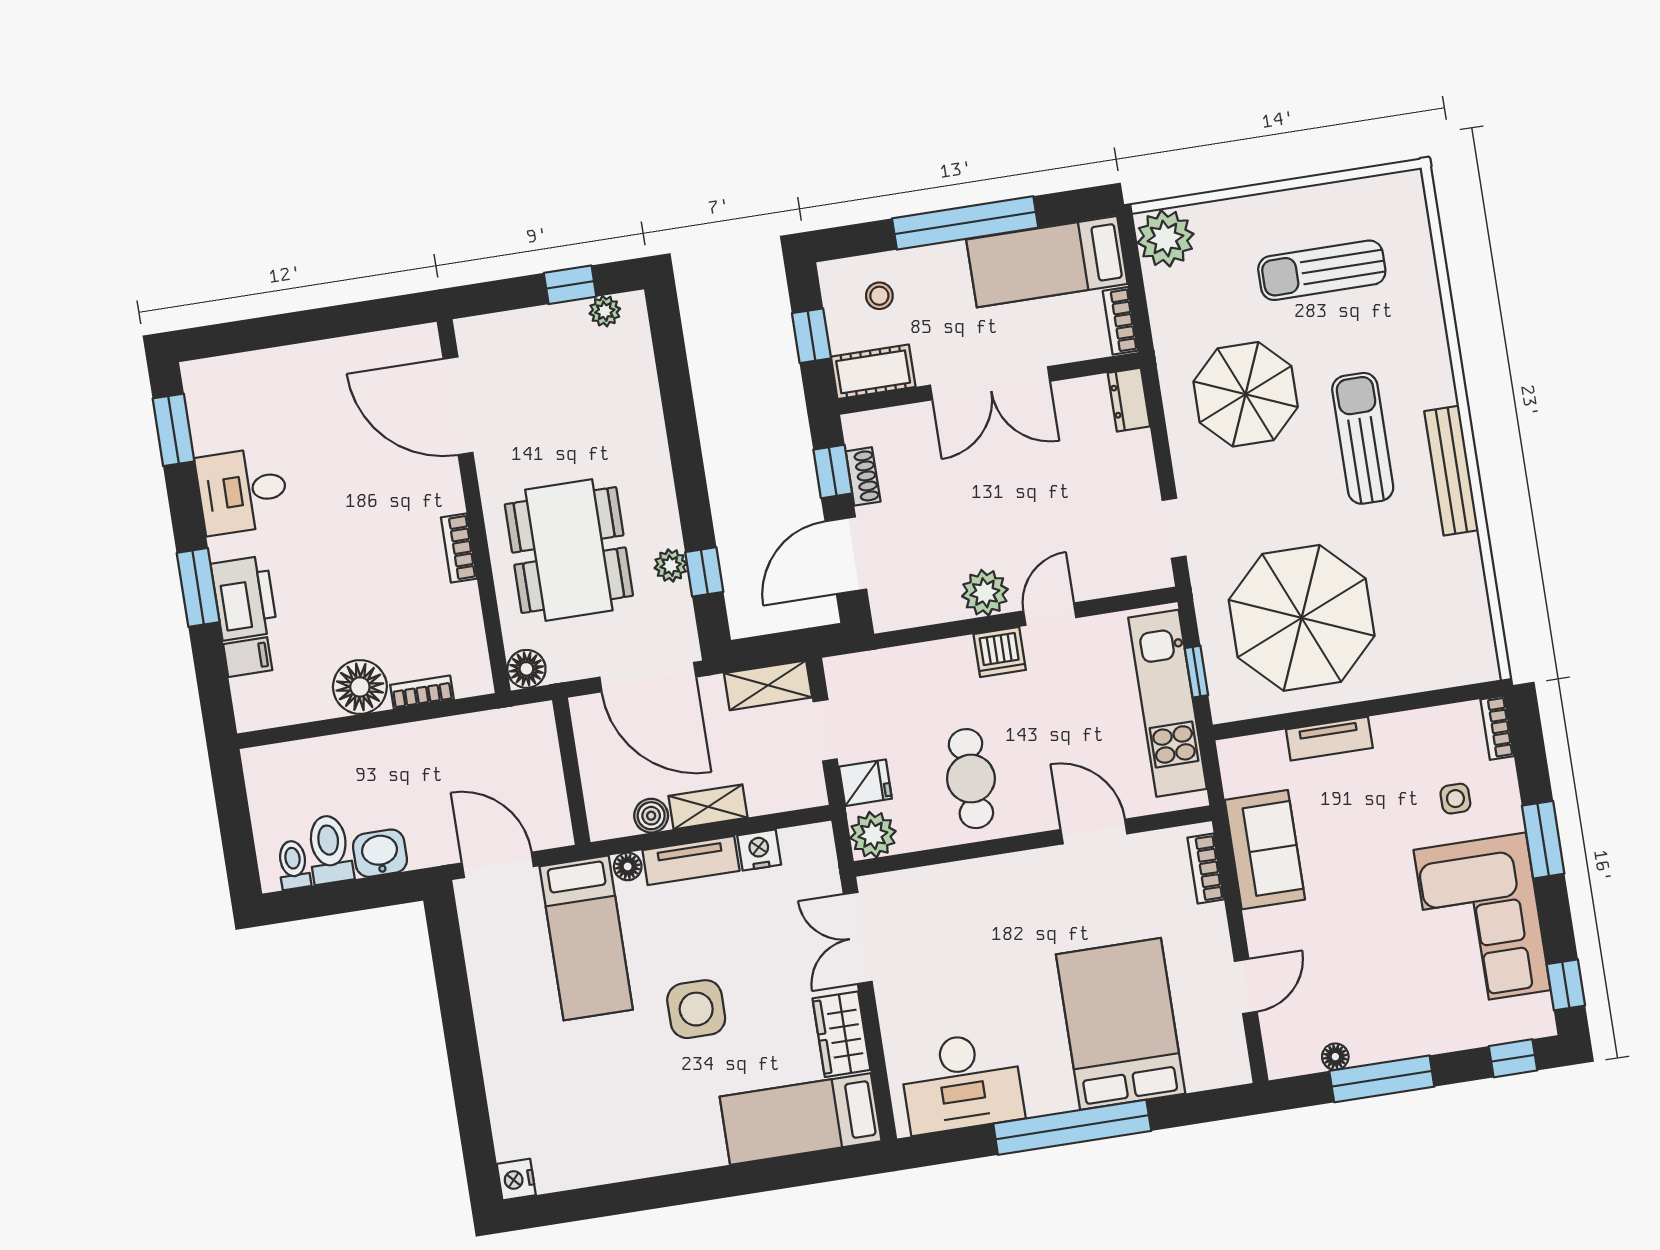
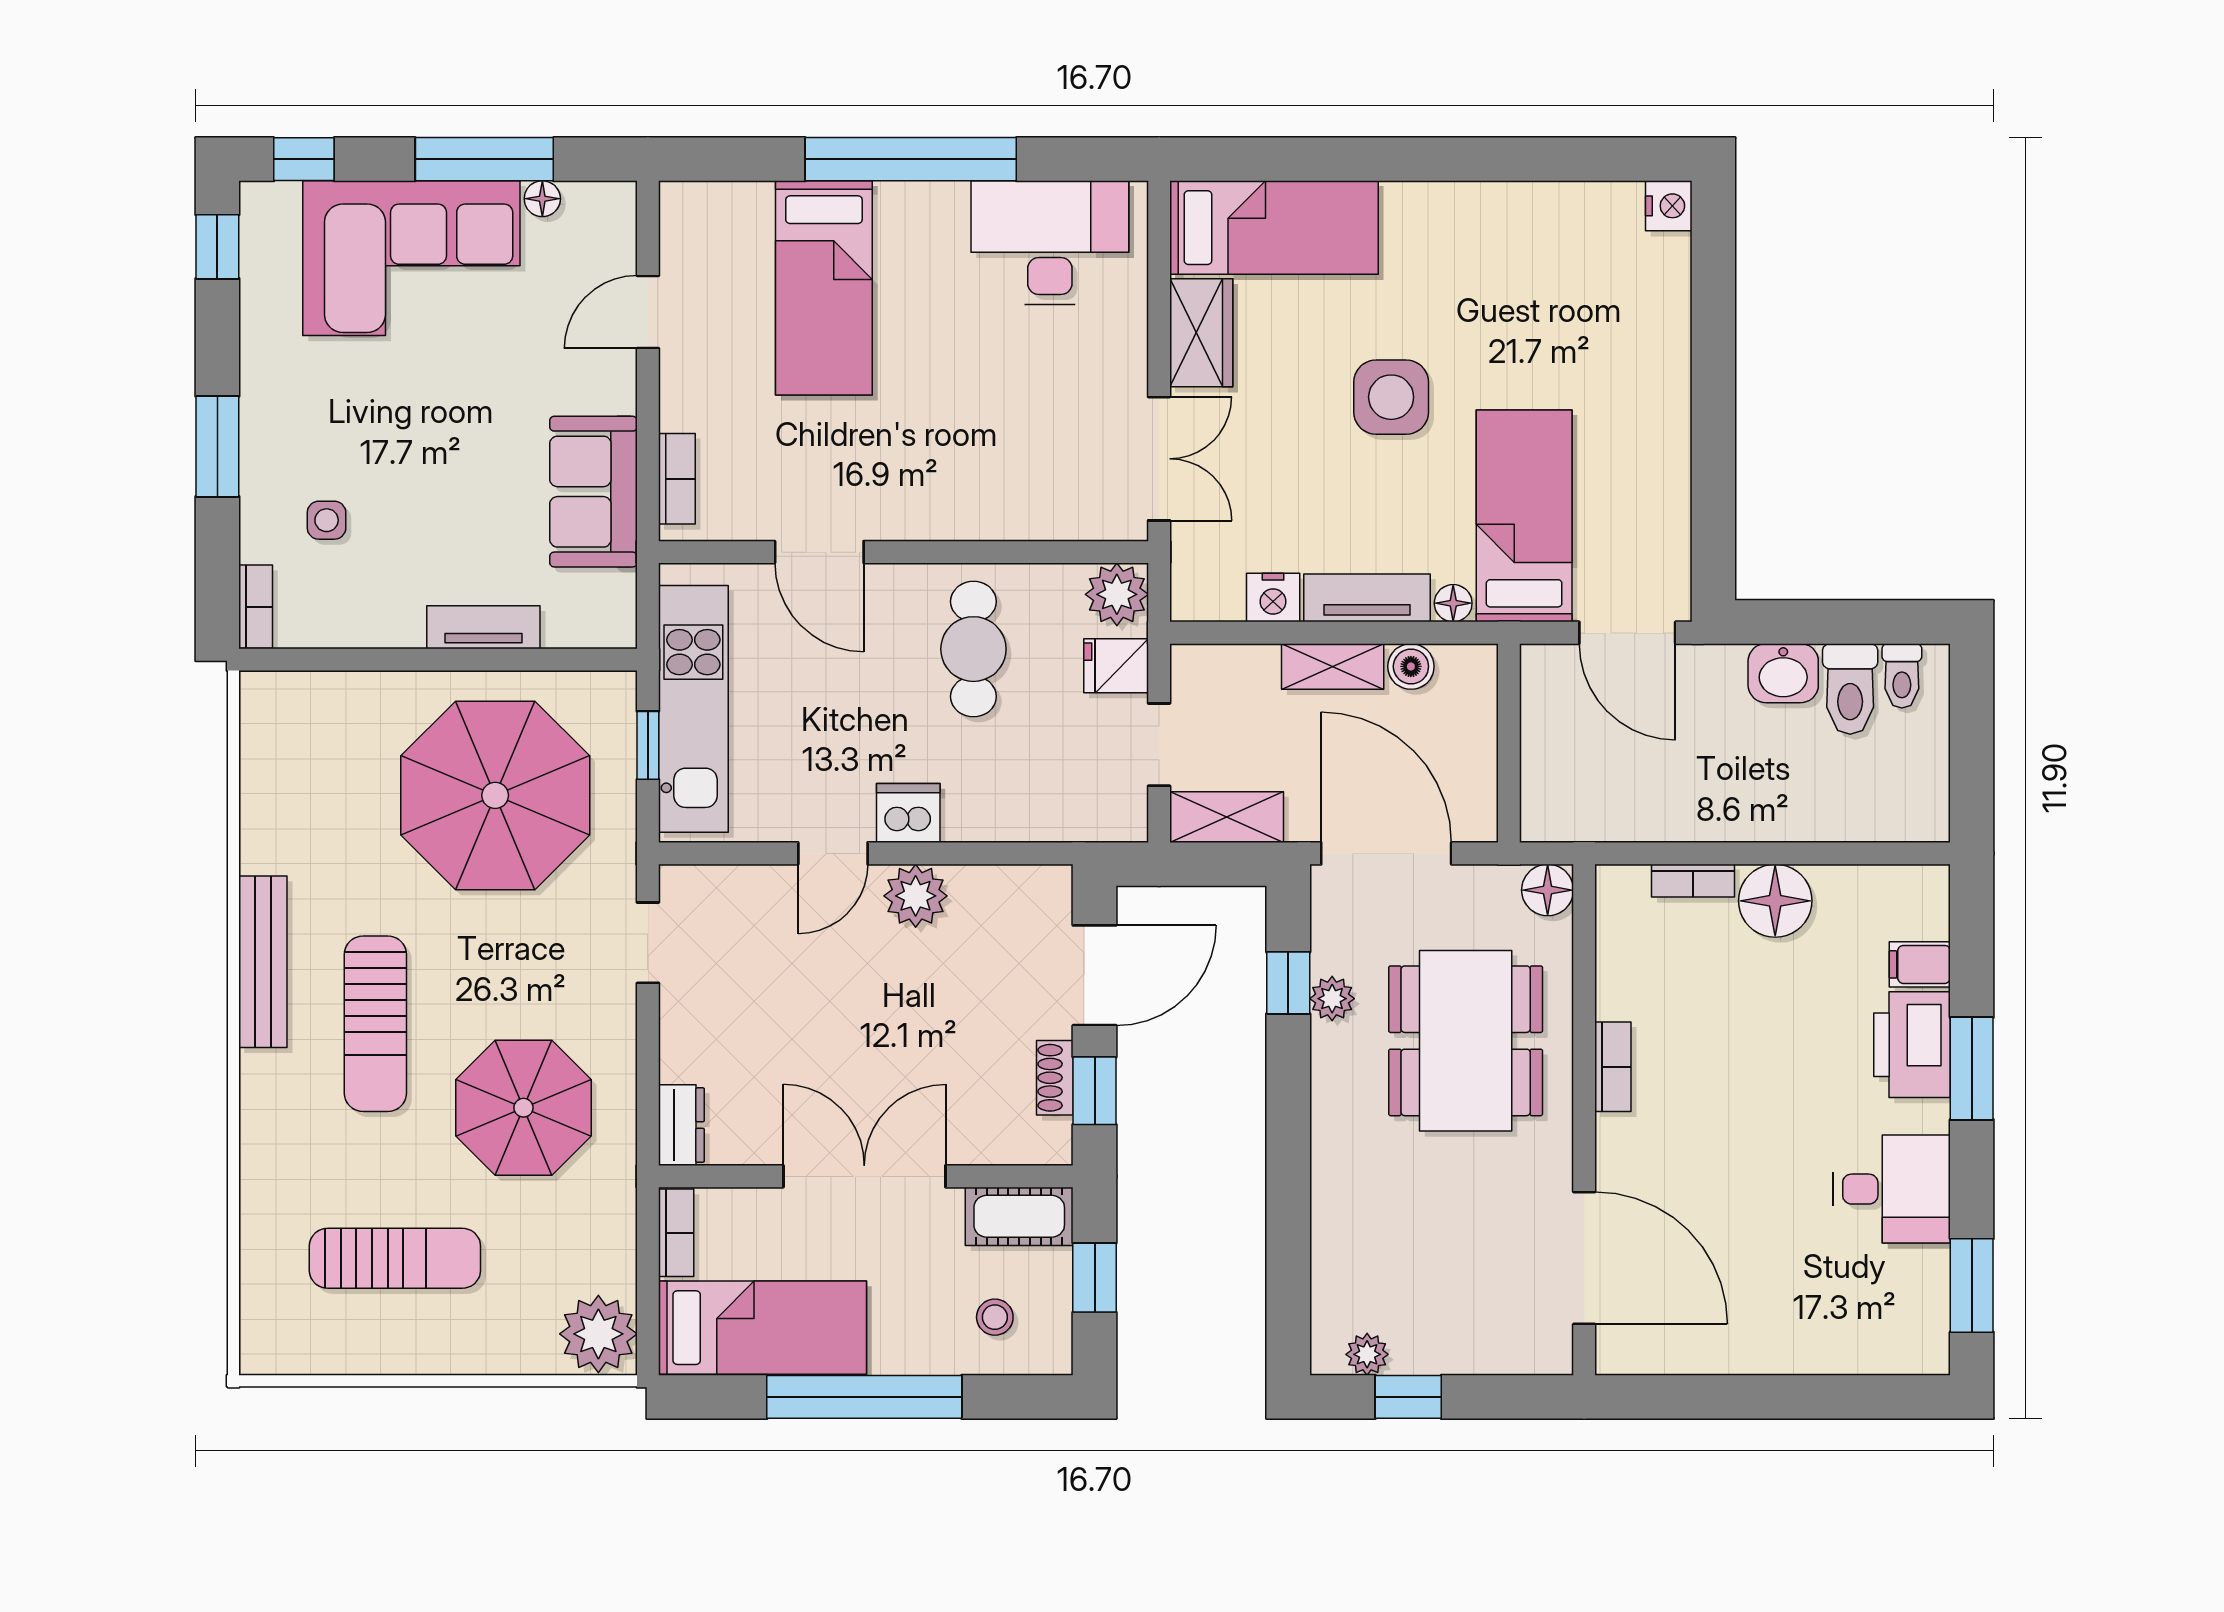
corner sofa: (1482, 920) -> (411, 258), moved, turned 90
bed: (1121, 1024) -> (824, 288), width x0.67

